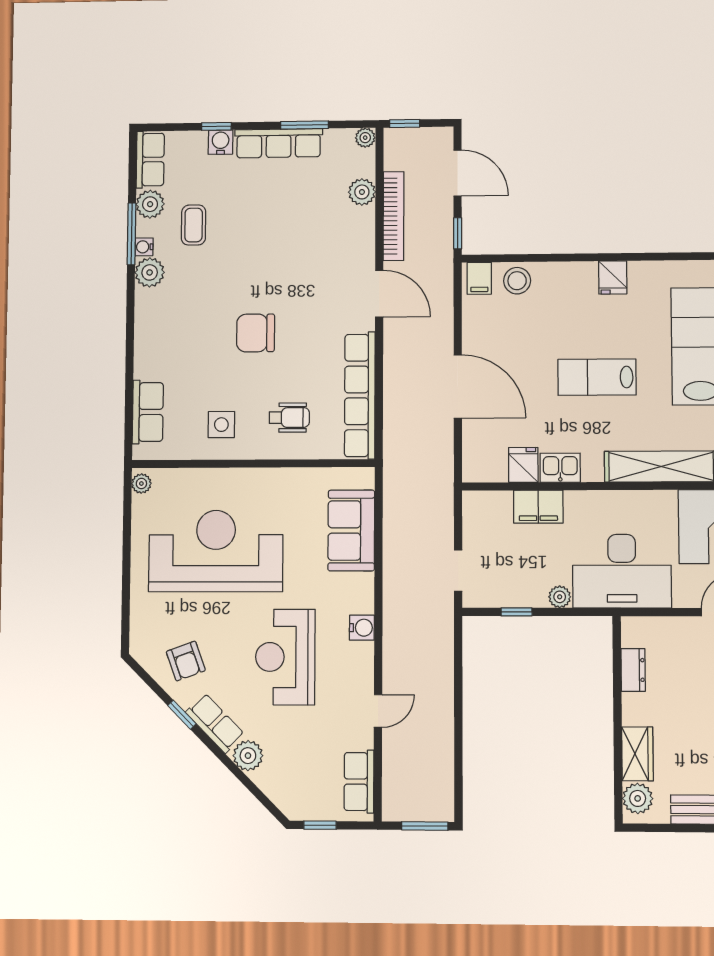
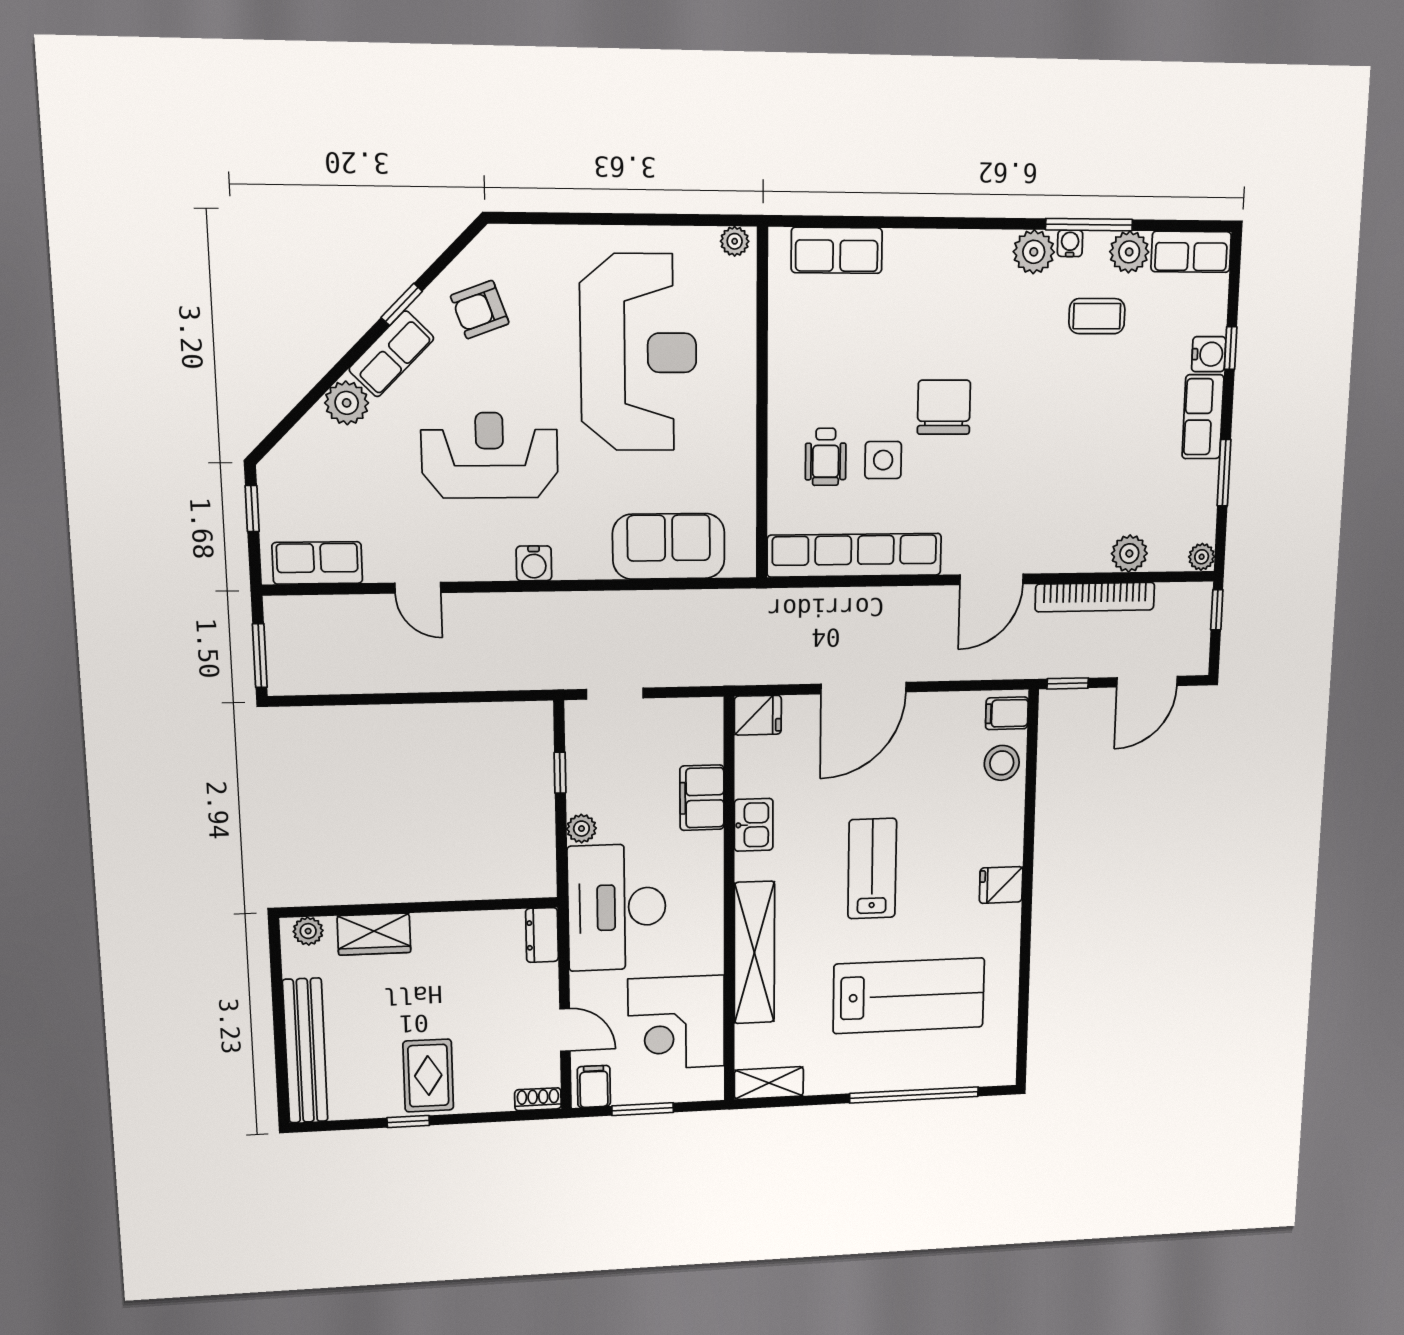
row of seats: (279, 143) -> (1203, 417), width x0.68
side table: (221, 425) -> (883, 460), moved
fridge: (523, 465) -> (758, 715), moved
dresser: (633, 670) -> (542, 935), moved, turned 90
plant: (638, 798) -> (308, 931), width x0.73, depth x0.73

